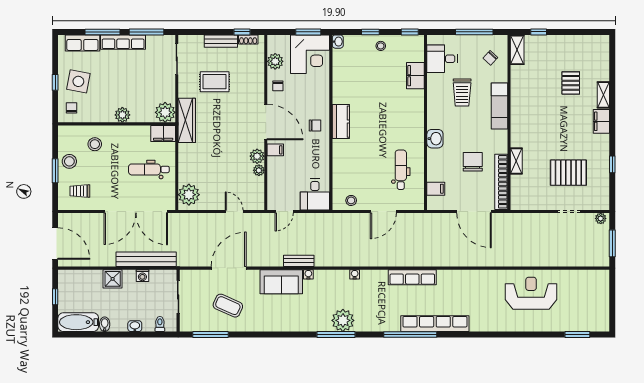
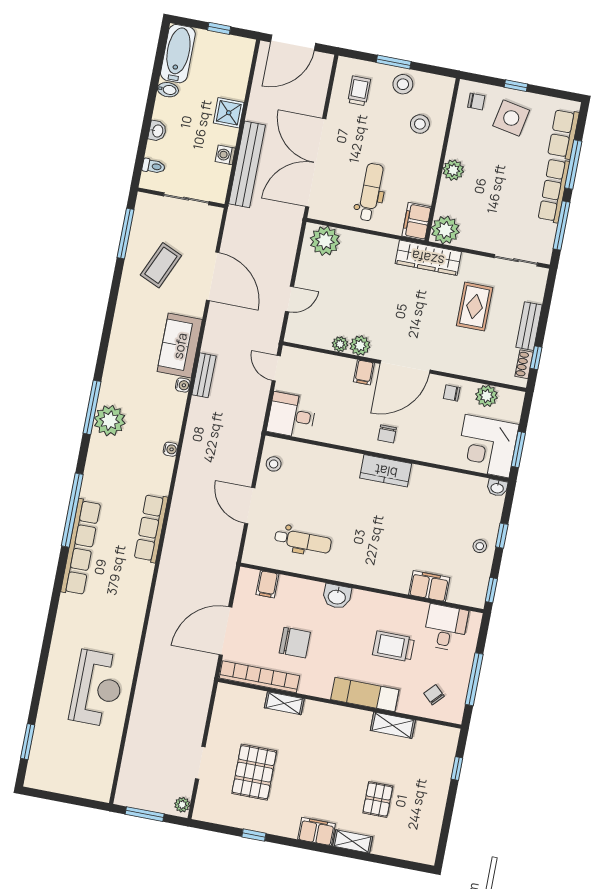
shelving: (517, 50) -> (393, 725), moved
pallet: (571, 83) -> (378, 799), turned 90

